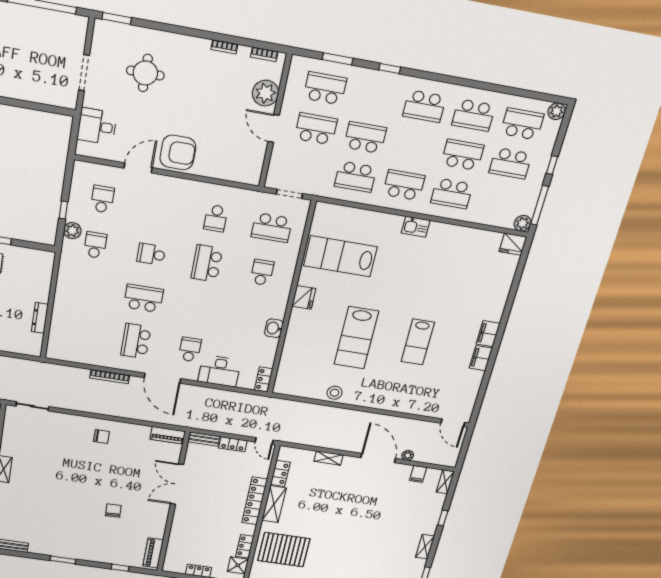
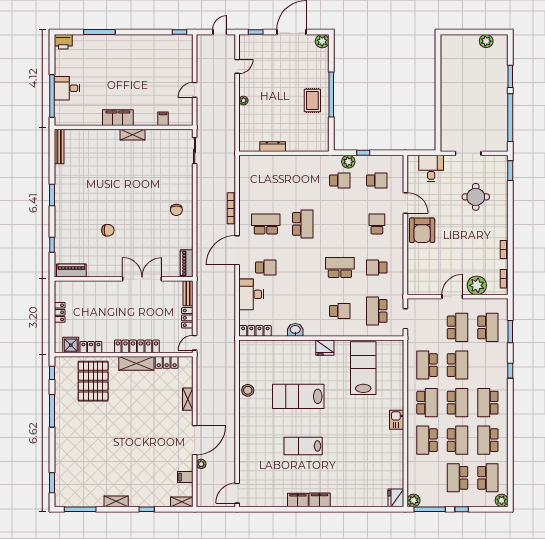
school desk: (414, 146) -> (457, 403), added
school desk: (151, 254) -> (377, 224), moved
locker: (264, 379) -> (255, 331), width x1.53

